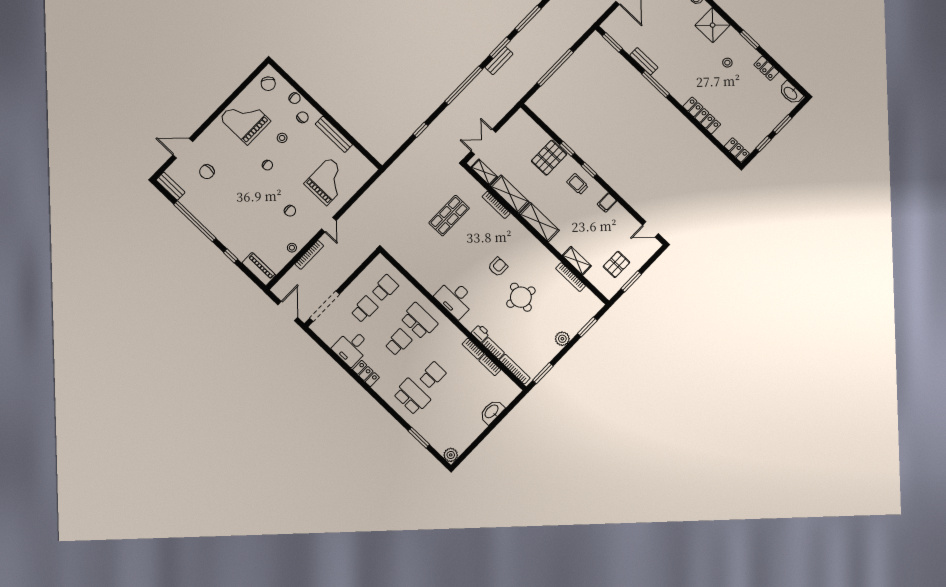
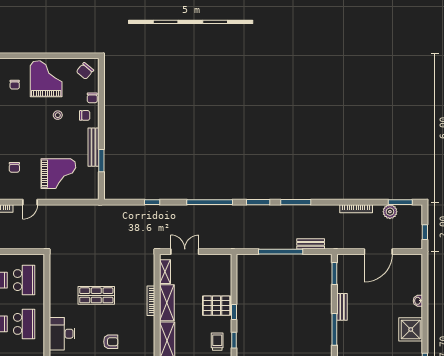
bench: (499, 61) -> (311, 244), moved
window: (350, 138) -> (101, 161), added
chair: (267, 165) -> (15, 85), moved
shop shelf: (449, 216) -> (96, 295), moved
school desk: (385, 288) -> (24, 280), width x1.85

